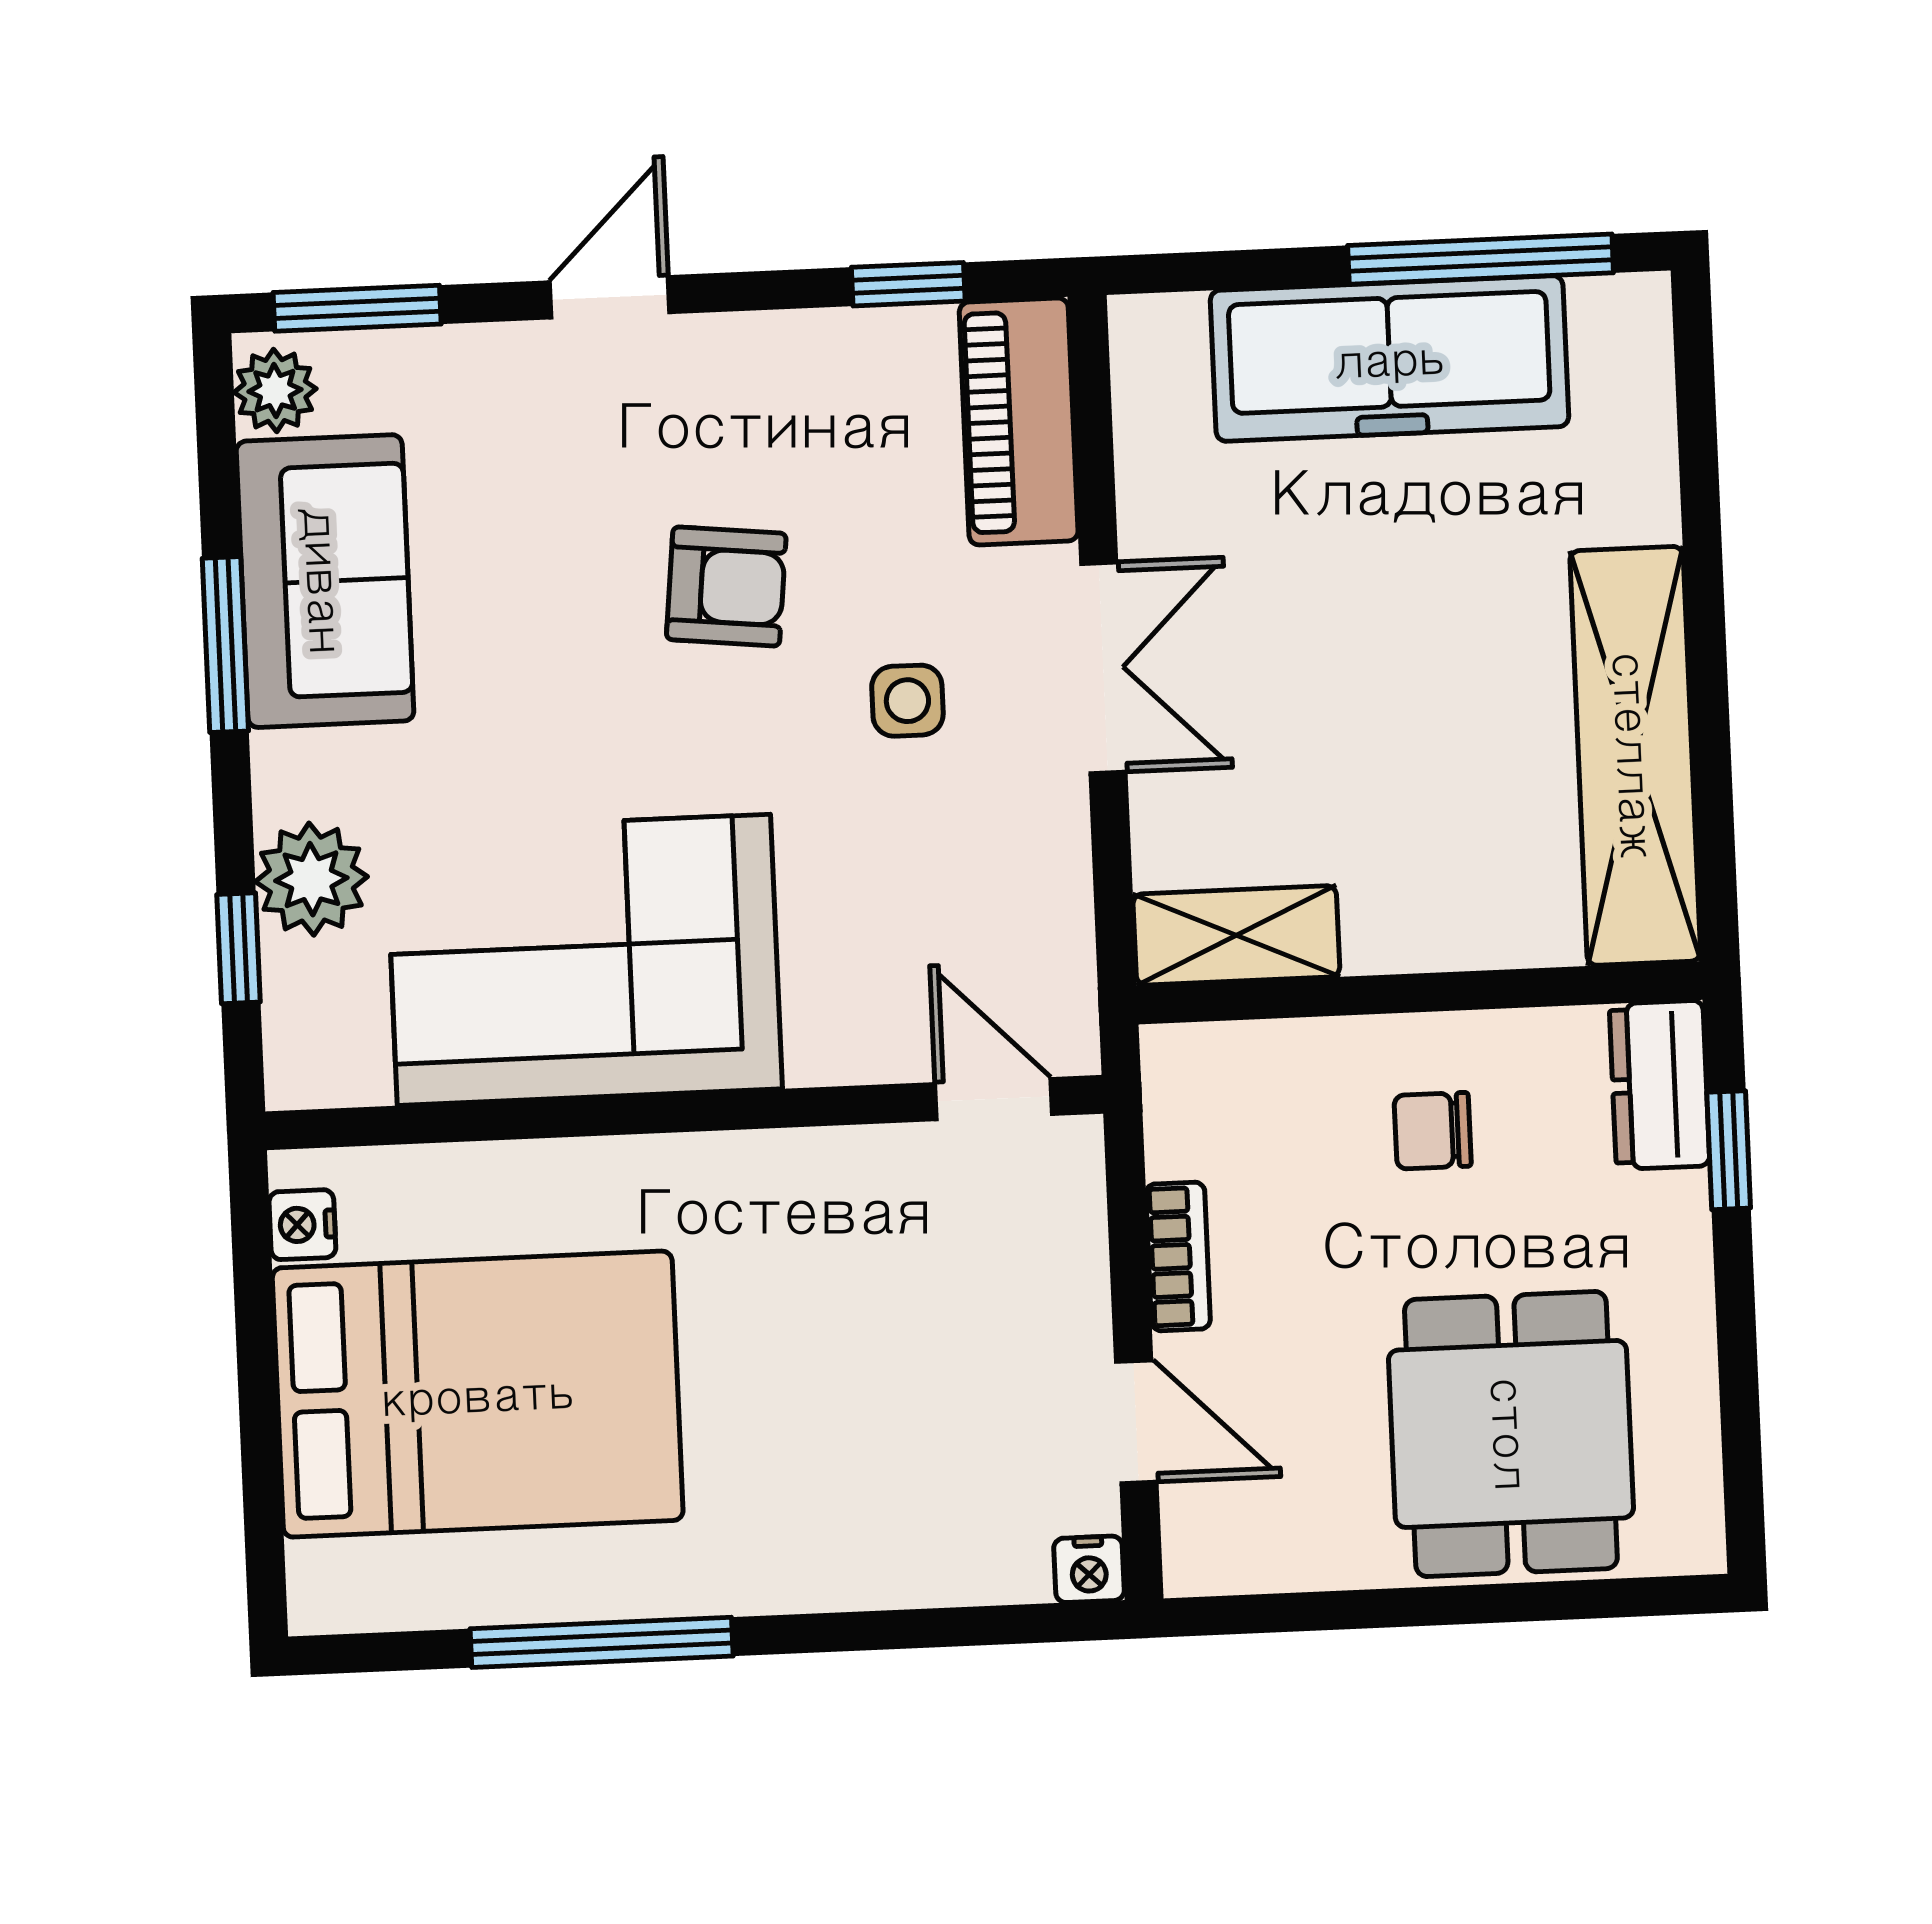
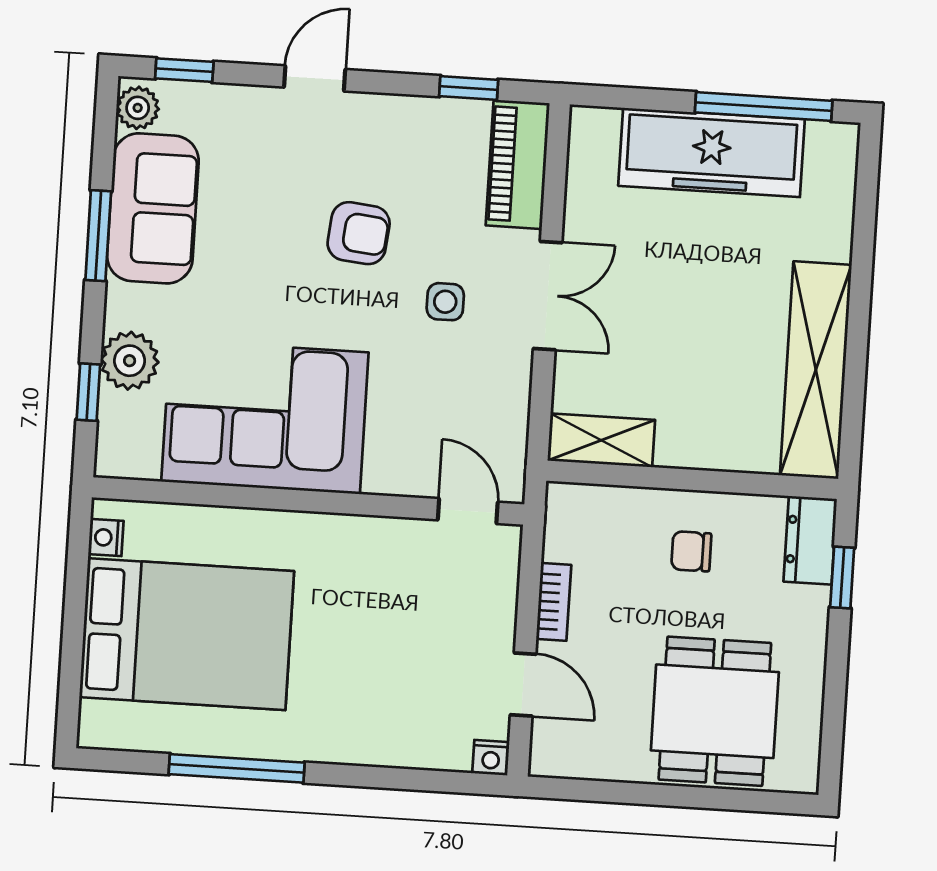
window: (357, 308) -> (184, 70), width x0.67

